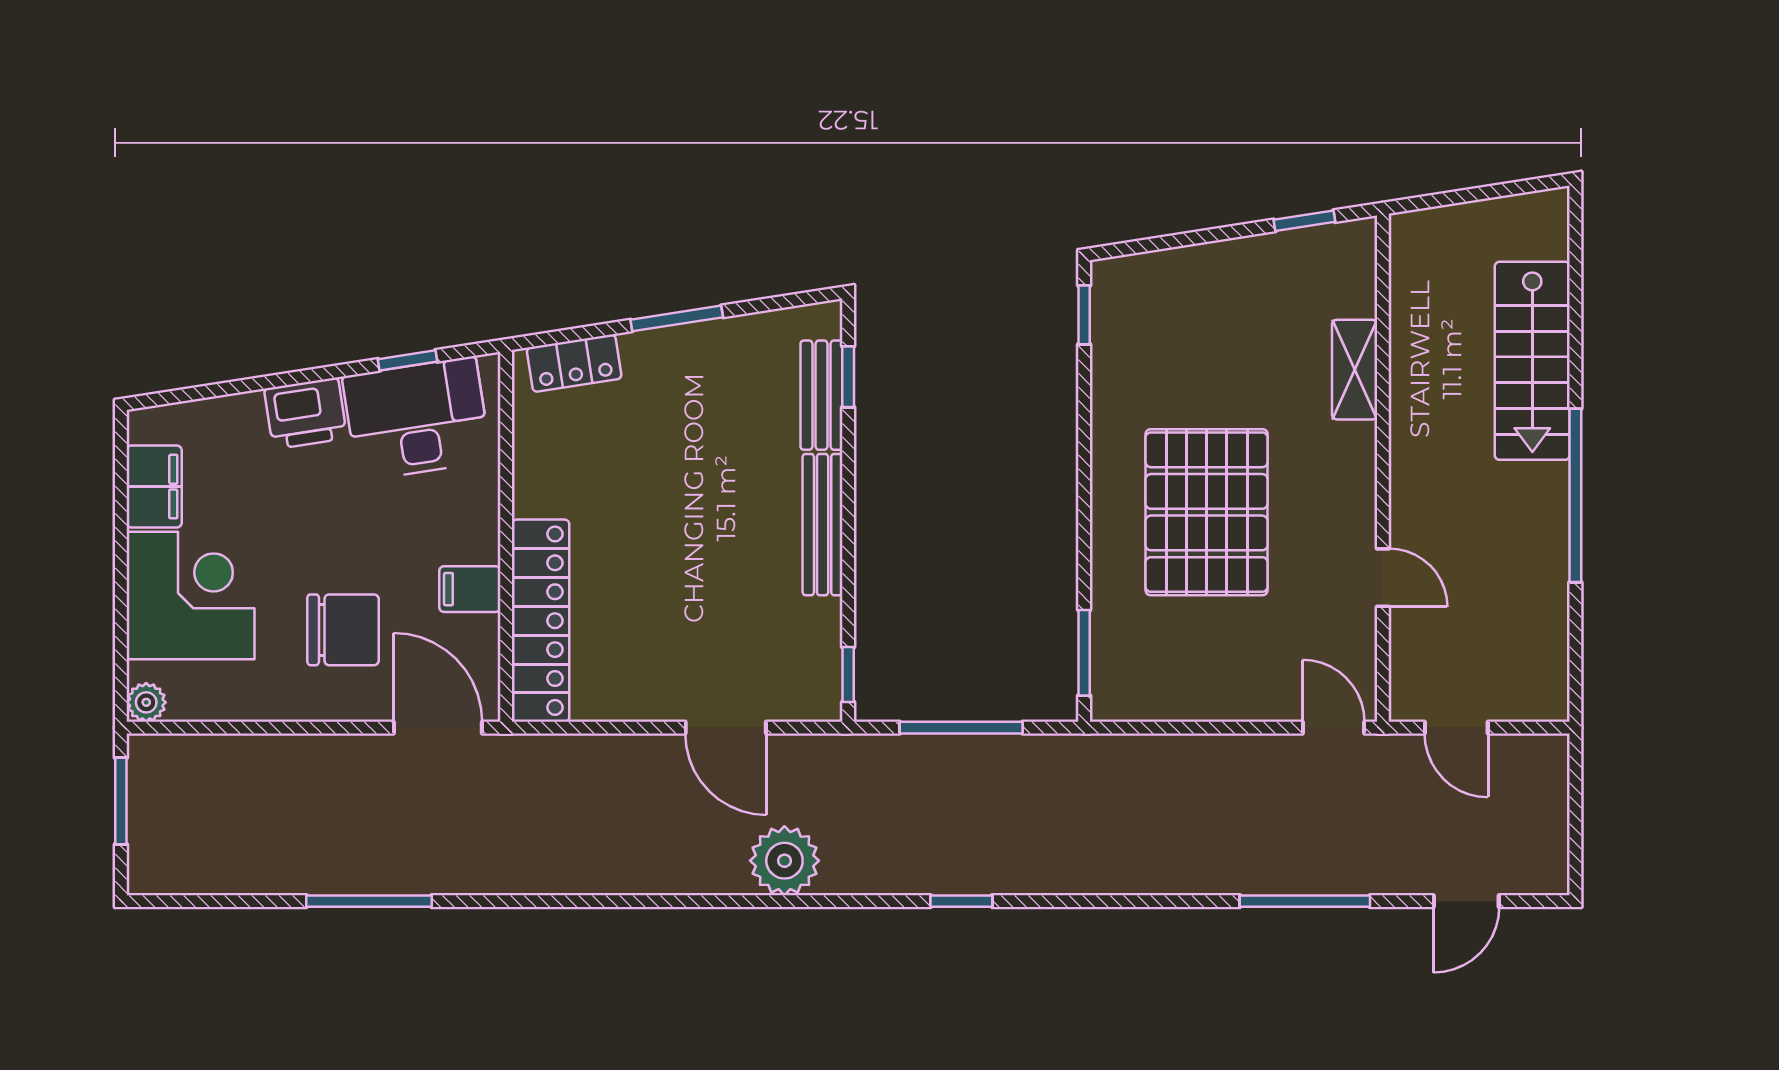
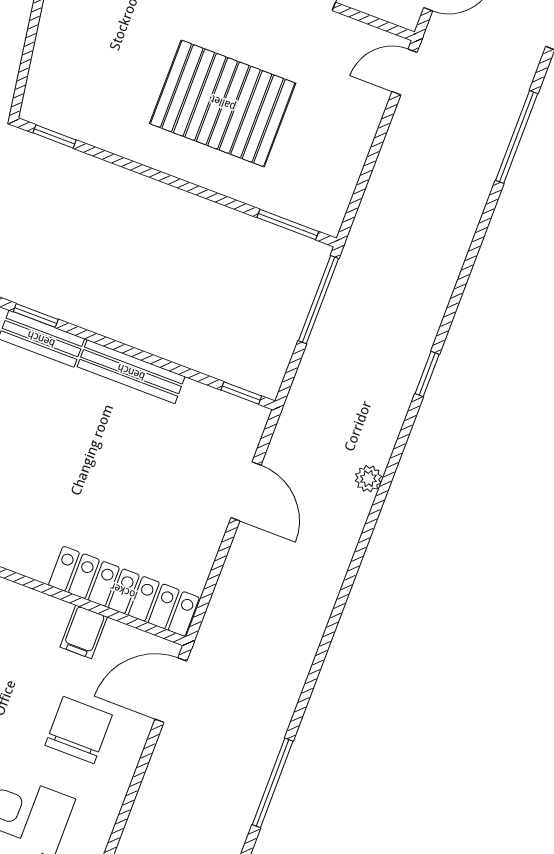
door: (726, 728) -> (246, 491), hinge flipped
window: (961, 728) -> (318, 300), moved
plant: (784, 861) -> (368, 479), width x0.53, depth x0.53

